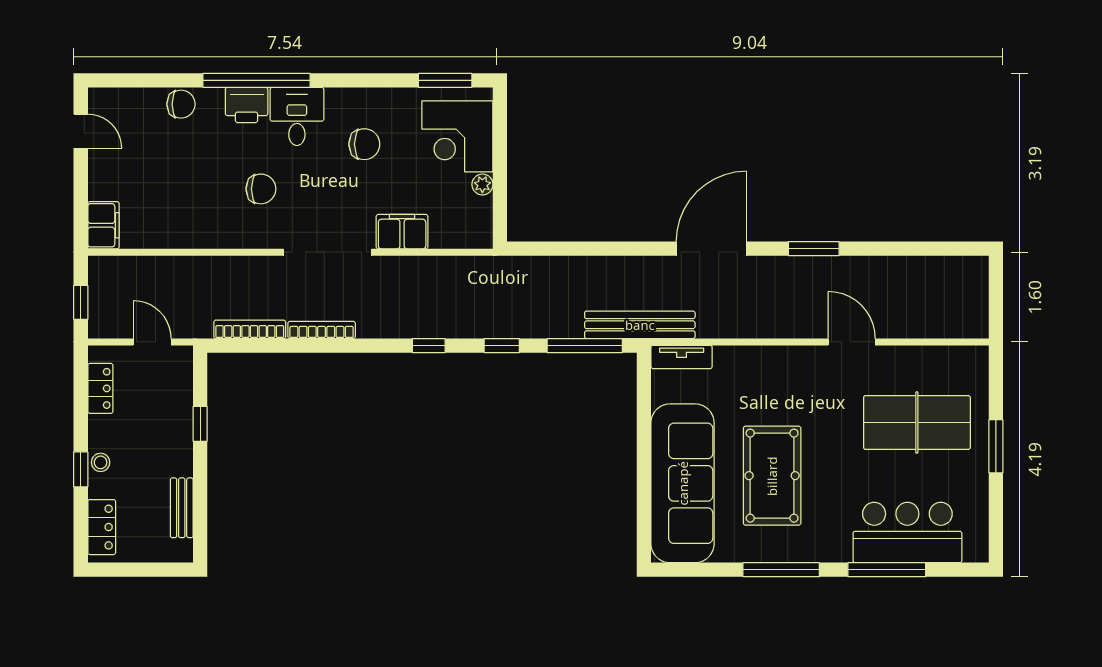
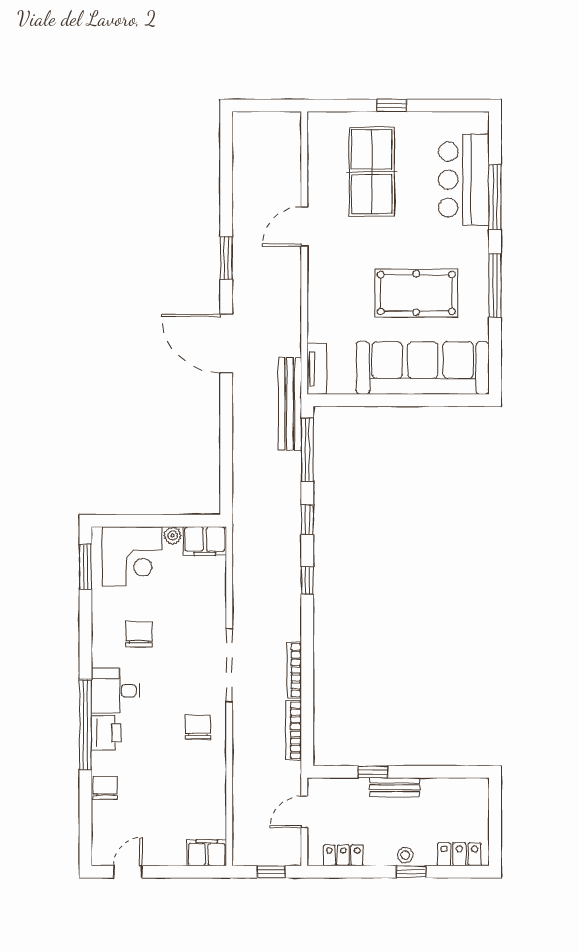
chair: (261, 189) -> (198, 727), moved
filing cabinet: (402, 232) -> (205, 541), moved, turned -90
window: (996, 446) -> (392, 106), width x0.67
bench: (182, 508) -> (395, 787), moved

